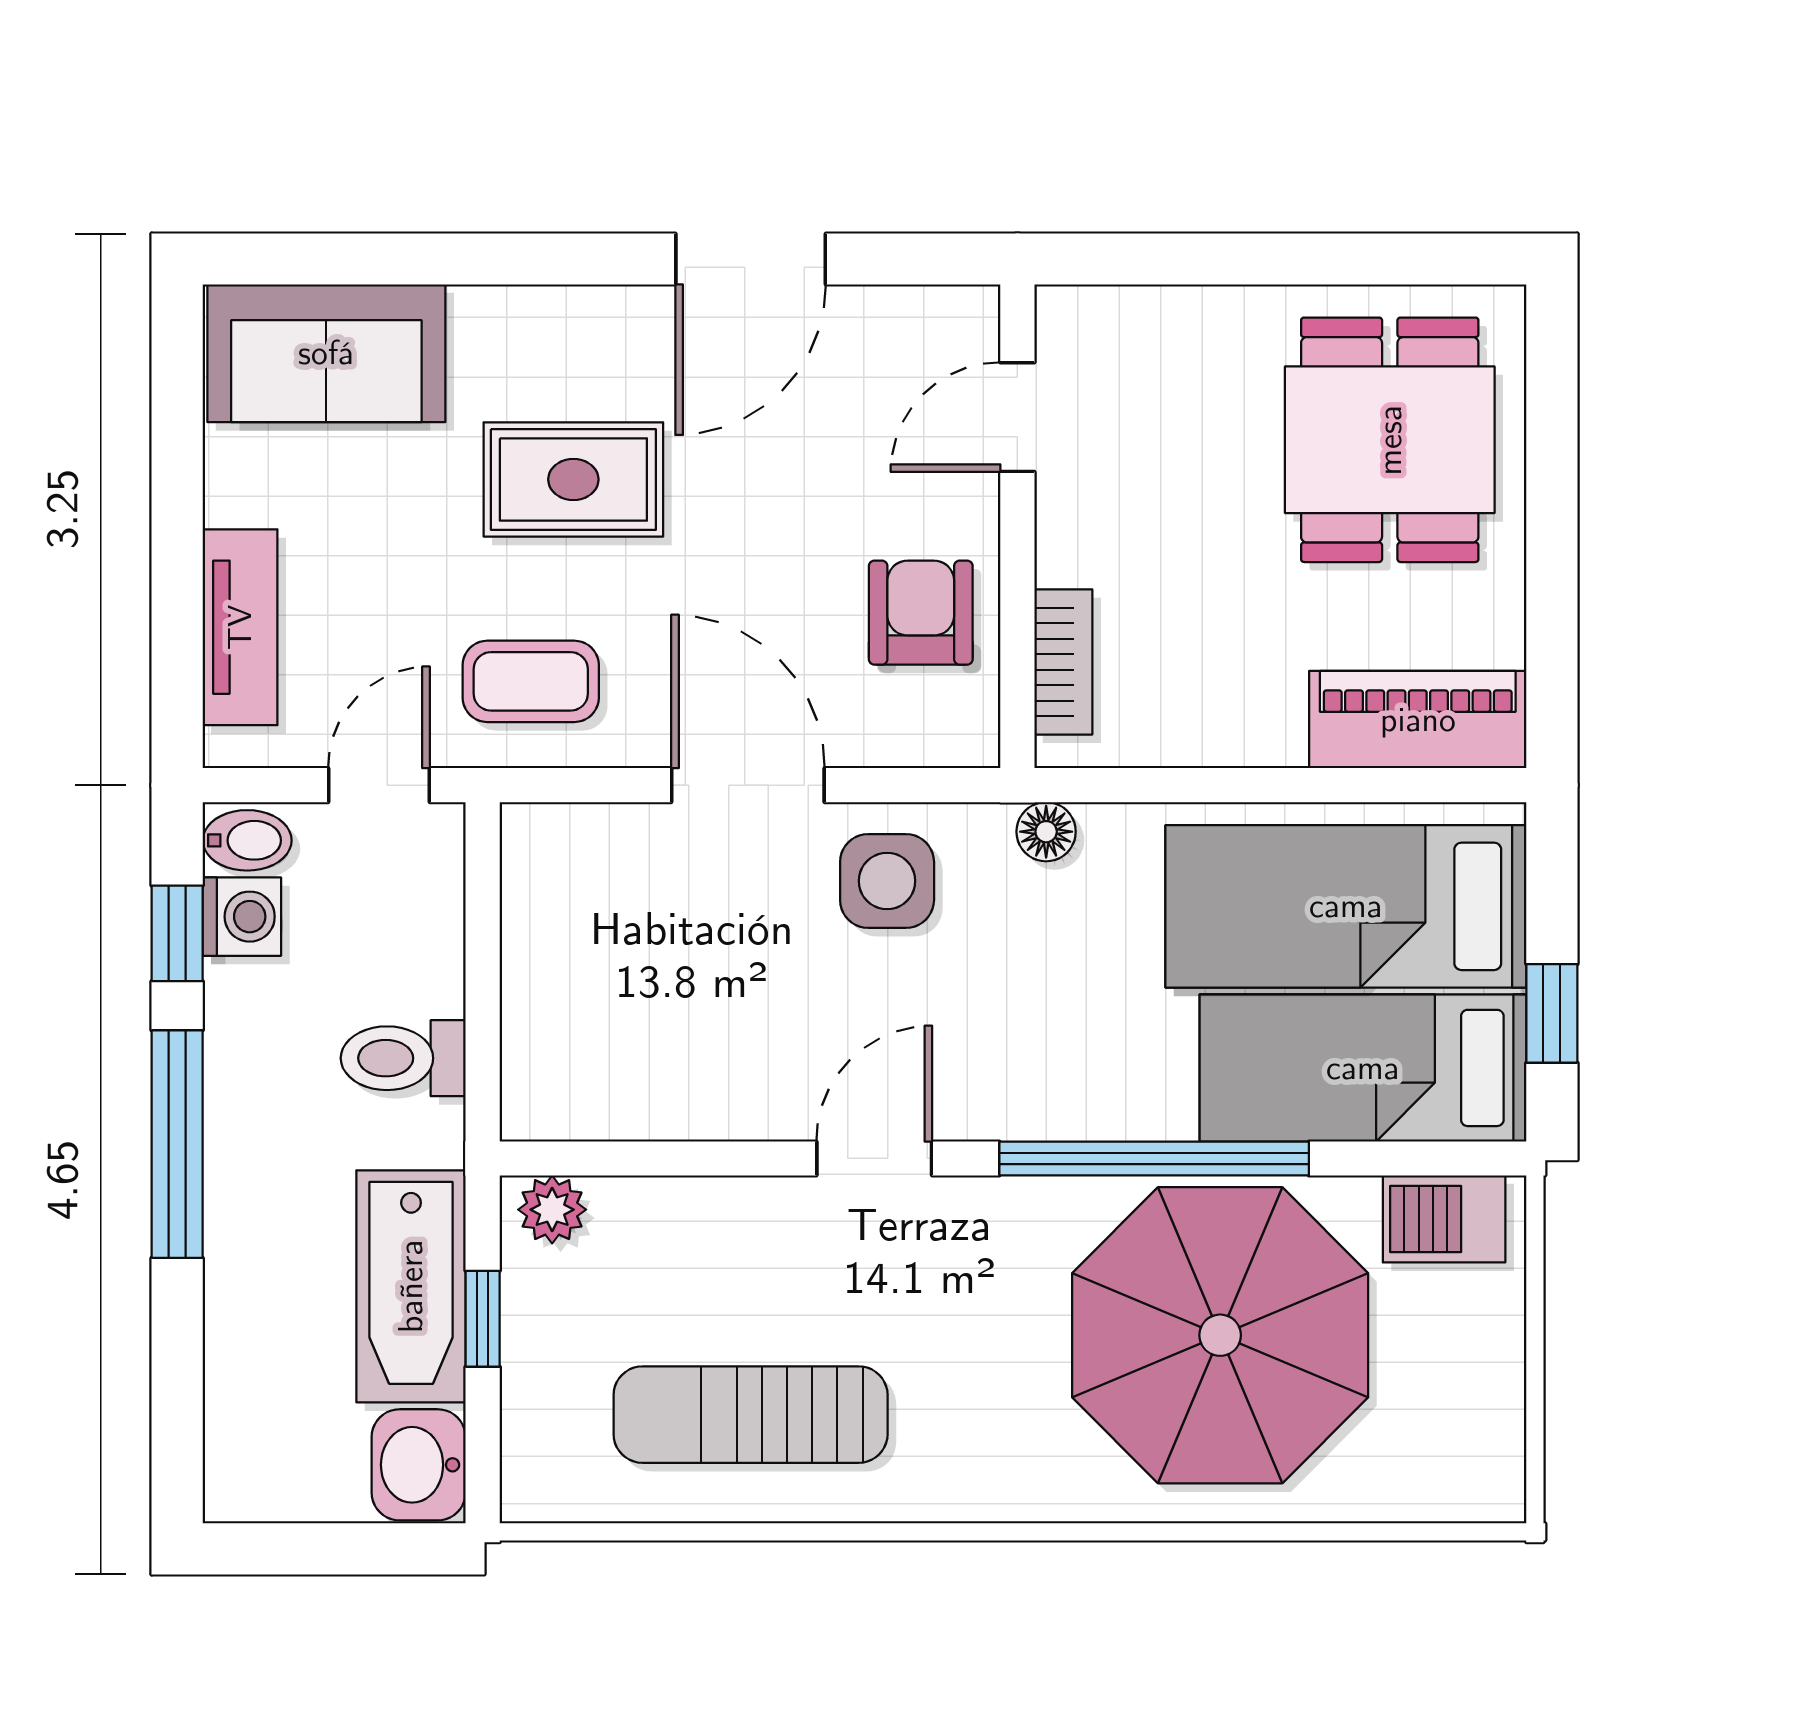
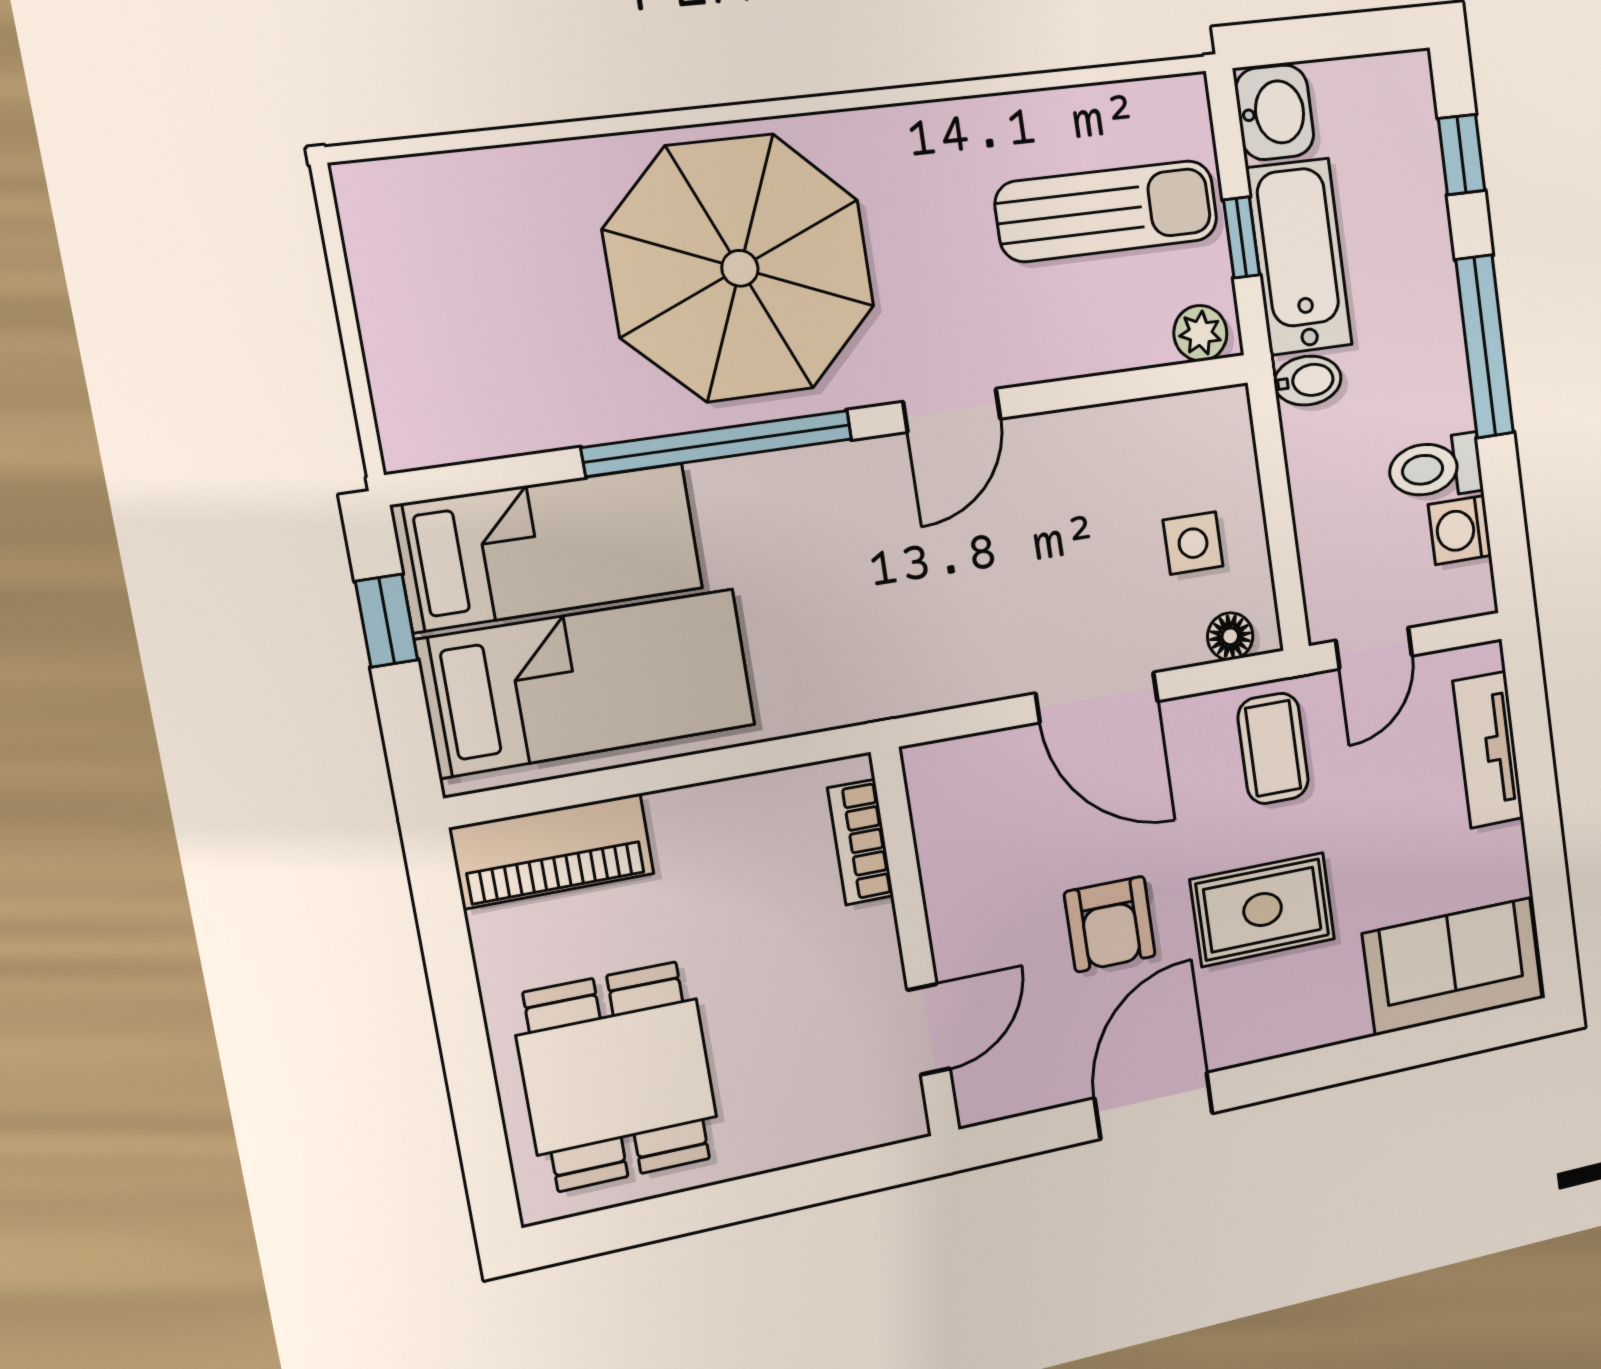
armchair: (921, 613) -> (1110, 924), moved
coffee table: (531, 681) -> (1273, 748), turned 90
floor lamp: (1046, 832) -> (1230, 636), moved
bidet: (247, 840) -> (1308, 381), moved, turned 180
side table: (887, 881) -> (1193, 543), moved, width x0.73, depth x0.73
window: (177, 933) -> (1462, 155), moved
toilet: (403, 1058) -> (1435, 468), moved, turned 180
barbecue: (1444, 1219) -> (453, 426), removed
parasol: (1220, 1335) -> (740, 268), moved
sun lounger: (751, 1415) -> (1107, 211), moved

